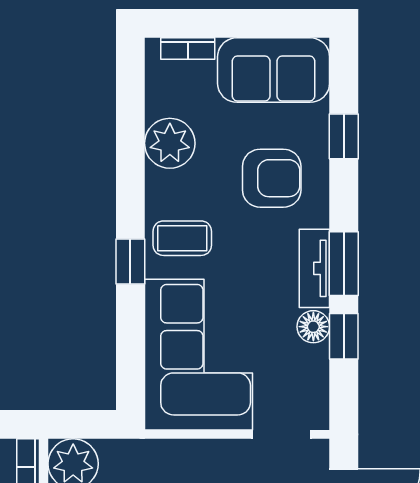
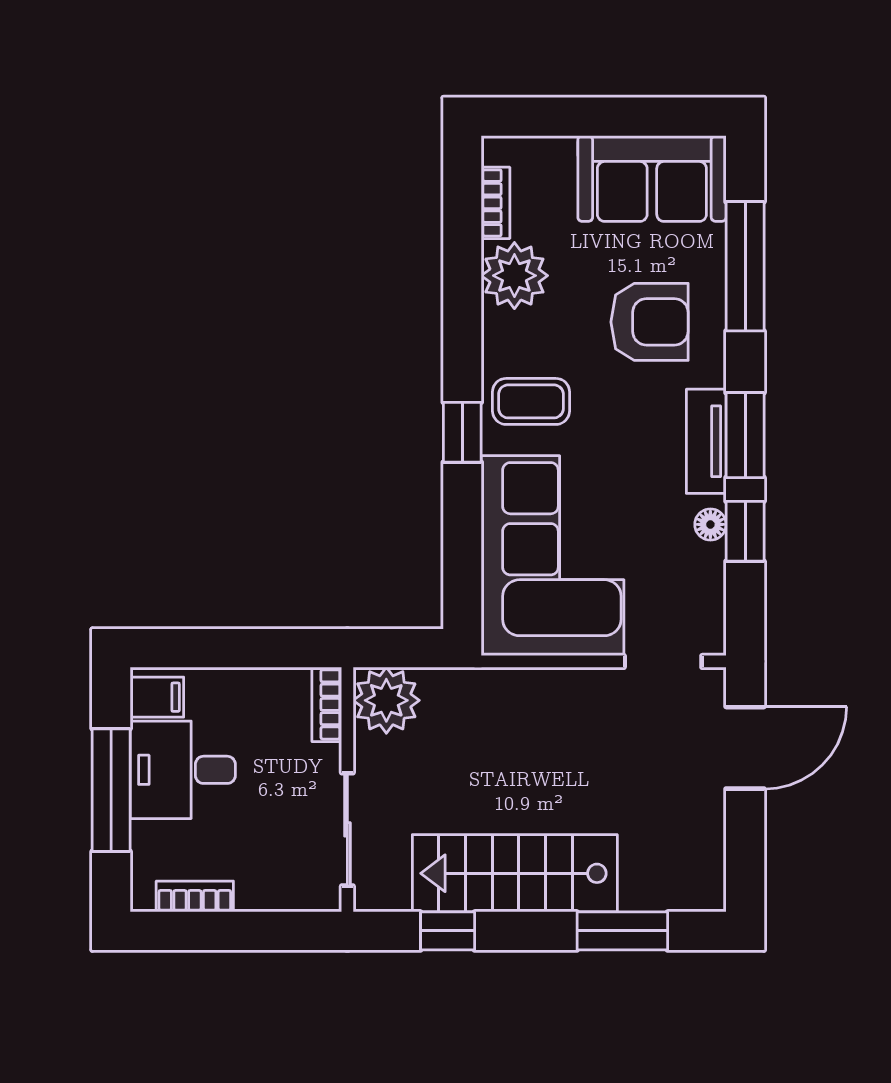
bookcase: (188, 49) -> (495, 203), moved, turned -90
window: (344, 136) -> (745, 266), width x2.17
floor lamp: (313, 327) -> (710, 524), width x0.73, depth x0.73

